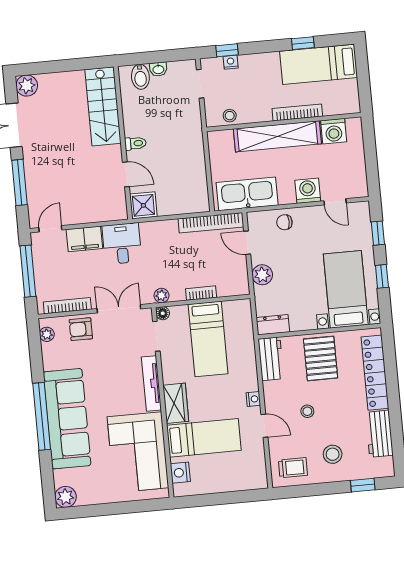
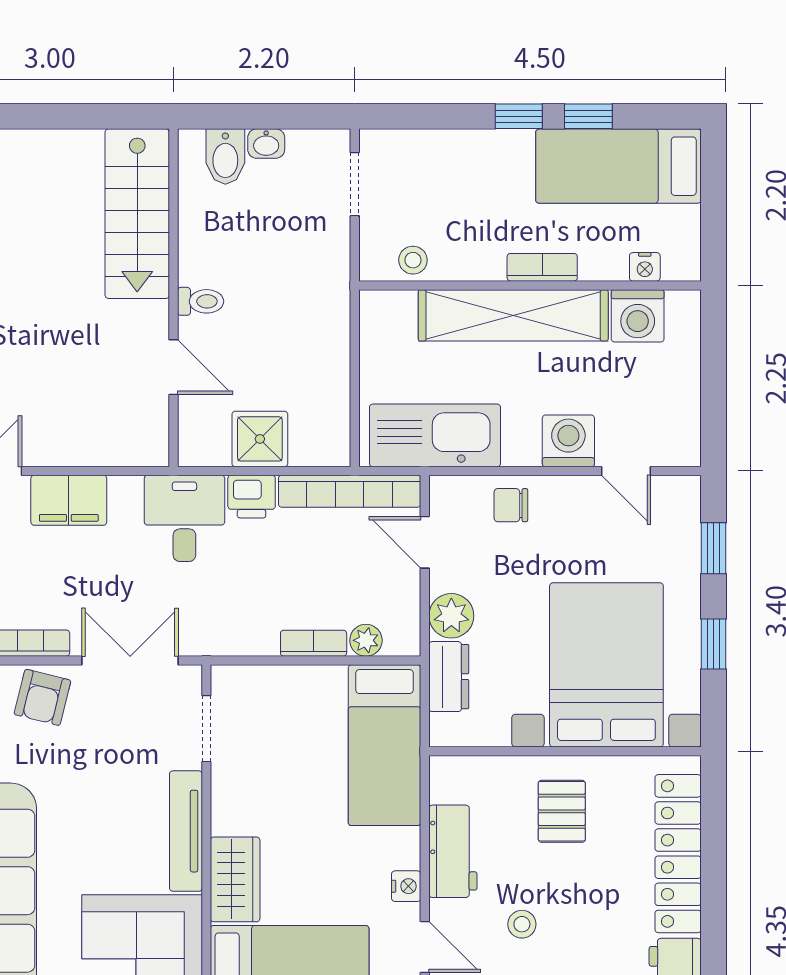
window: (227, 50) -> (519, 116), moved
nightstand: (231, 62) -> (645, 267), moved, turned 180
bookcase: (297, 112) -> (542, 267), width x0.64
shower: (143, 205) -> (260, 439), moved
printer: (167, 229) -> (252, 497), added
desk: (122, 244) -> (184, 518), moved
bed with nightstands: (346, 289) -> (606, 665), width x1.36
plant: (161, 296) -> (366, 640), moved
floor lamp: (163, 313) -> (225, 679), removed
dresser: (273, 325) -> (449, 677), moved, turned 90
armchair: (81, 329) -> (42, 697), turned -76
bed: (208, 339) -> (385, 745), moved
pallet: (321, 358) -> (562, 811), width x0.67, depth x0.71
workbench: (271, 359) -> (453, 851), moved

